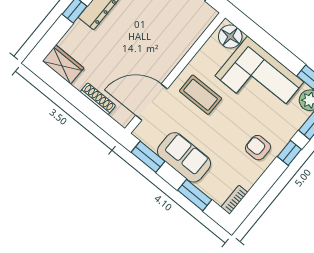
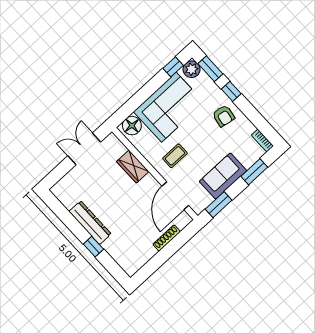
wardrobe: (63, 64) -> (133, 166), moved, turned -90
coffee table: (200, 95) -> (175, 156), width x0.73, depth x0.77
armchair: (258, 148) -> (224, 116), turned -80

